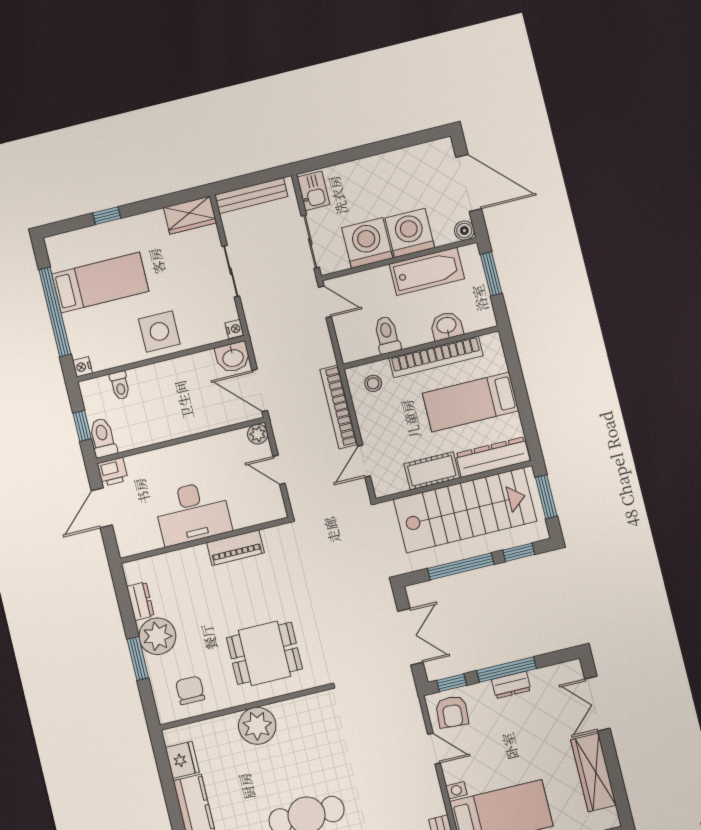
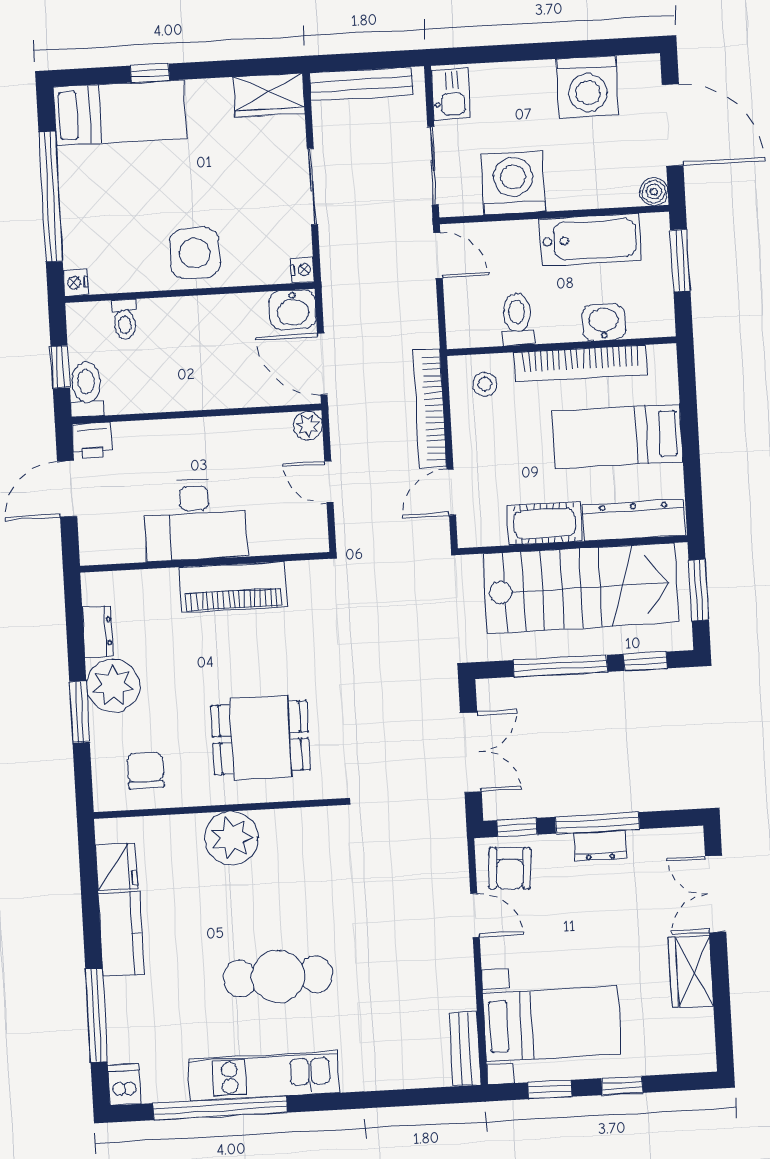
washing machine: (410, 233) -> (588, 87), moved, turned 180
bed: (100, 283) -> (120, 113), moved
piano: (235, 548) -> (233, 587), width x1.37, depth x1.33
wardrobe: (593, 772) -> (691, 972), width x0.67

